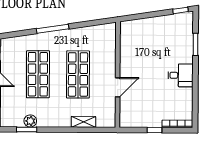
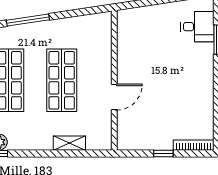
desk: (181, 75) -> (197, 27), moved

